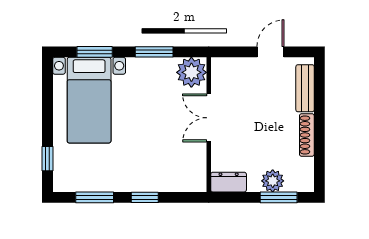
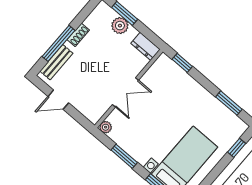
plant: (191, 72) -> (106, 127), width x0.53, depth x0.53
window: (319, 109) -> (59, 43), added
shoe rack: (307, 135) -> (78, 35), width x0.70
window: (145, 197) -> (182, 63), moved

